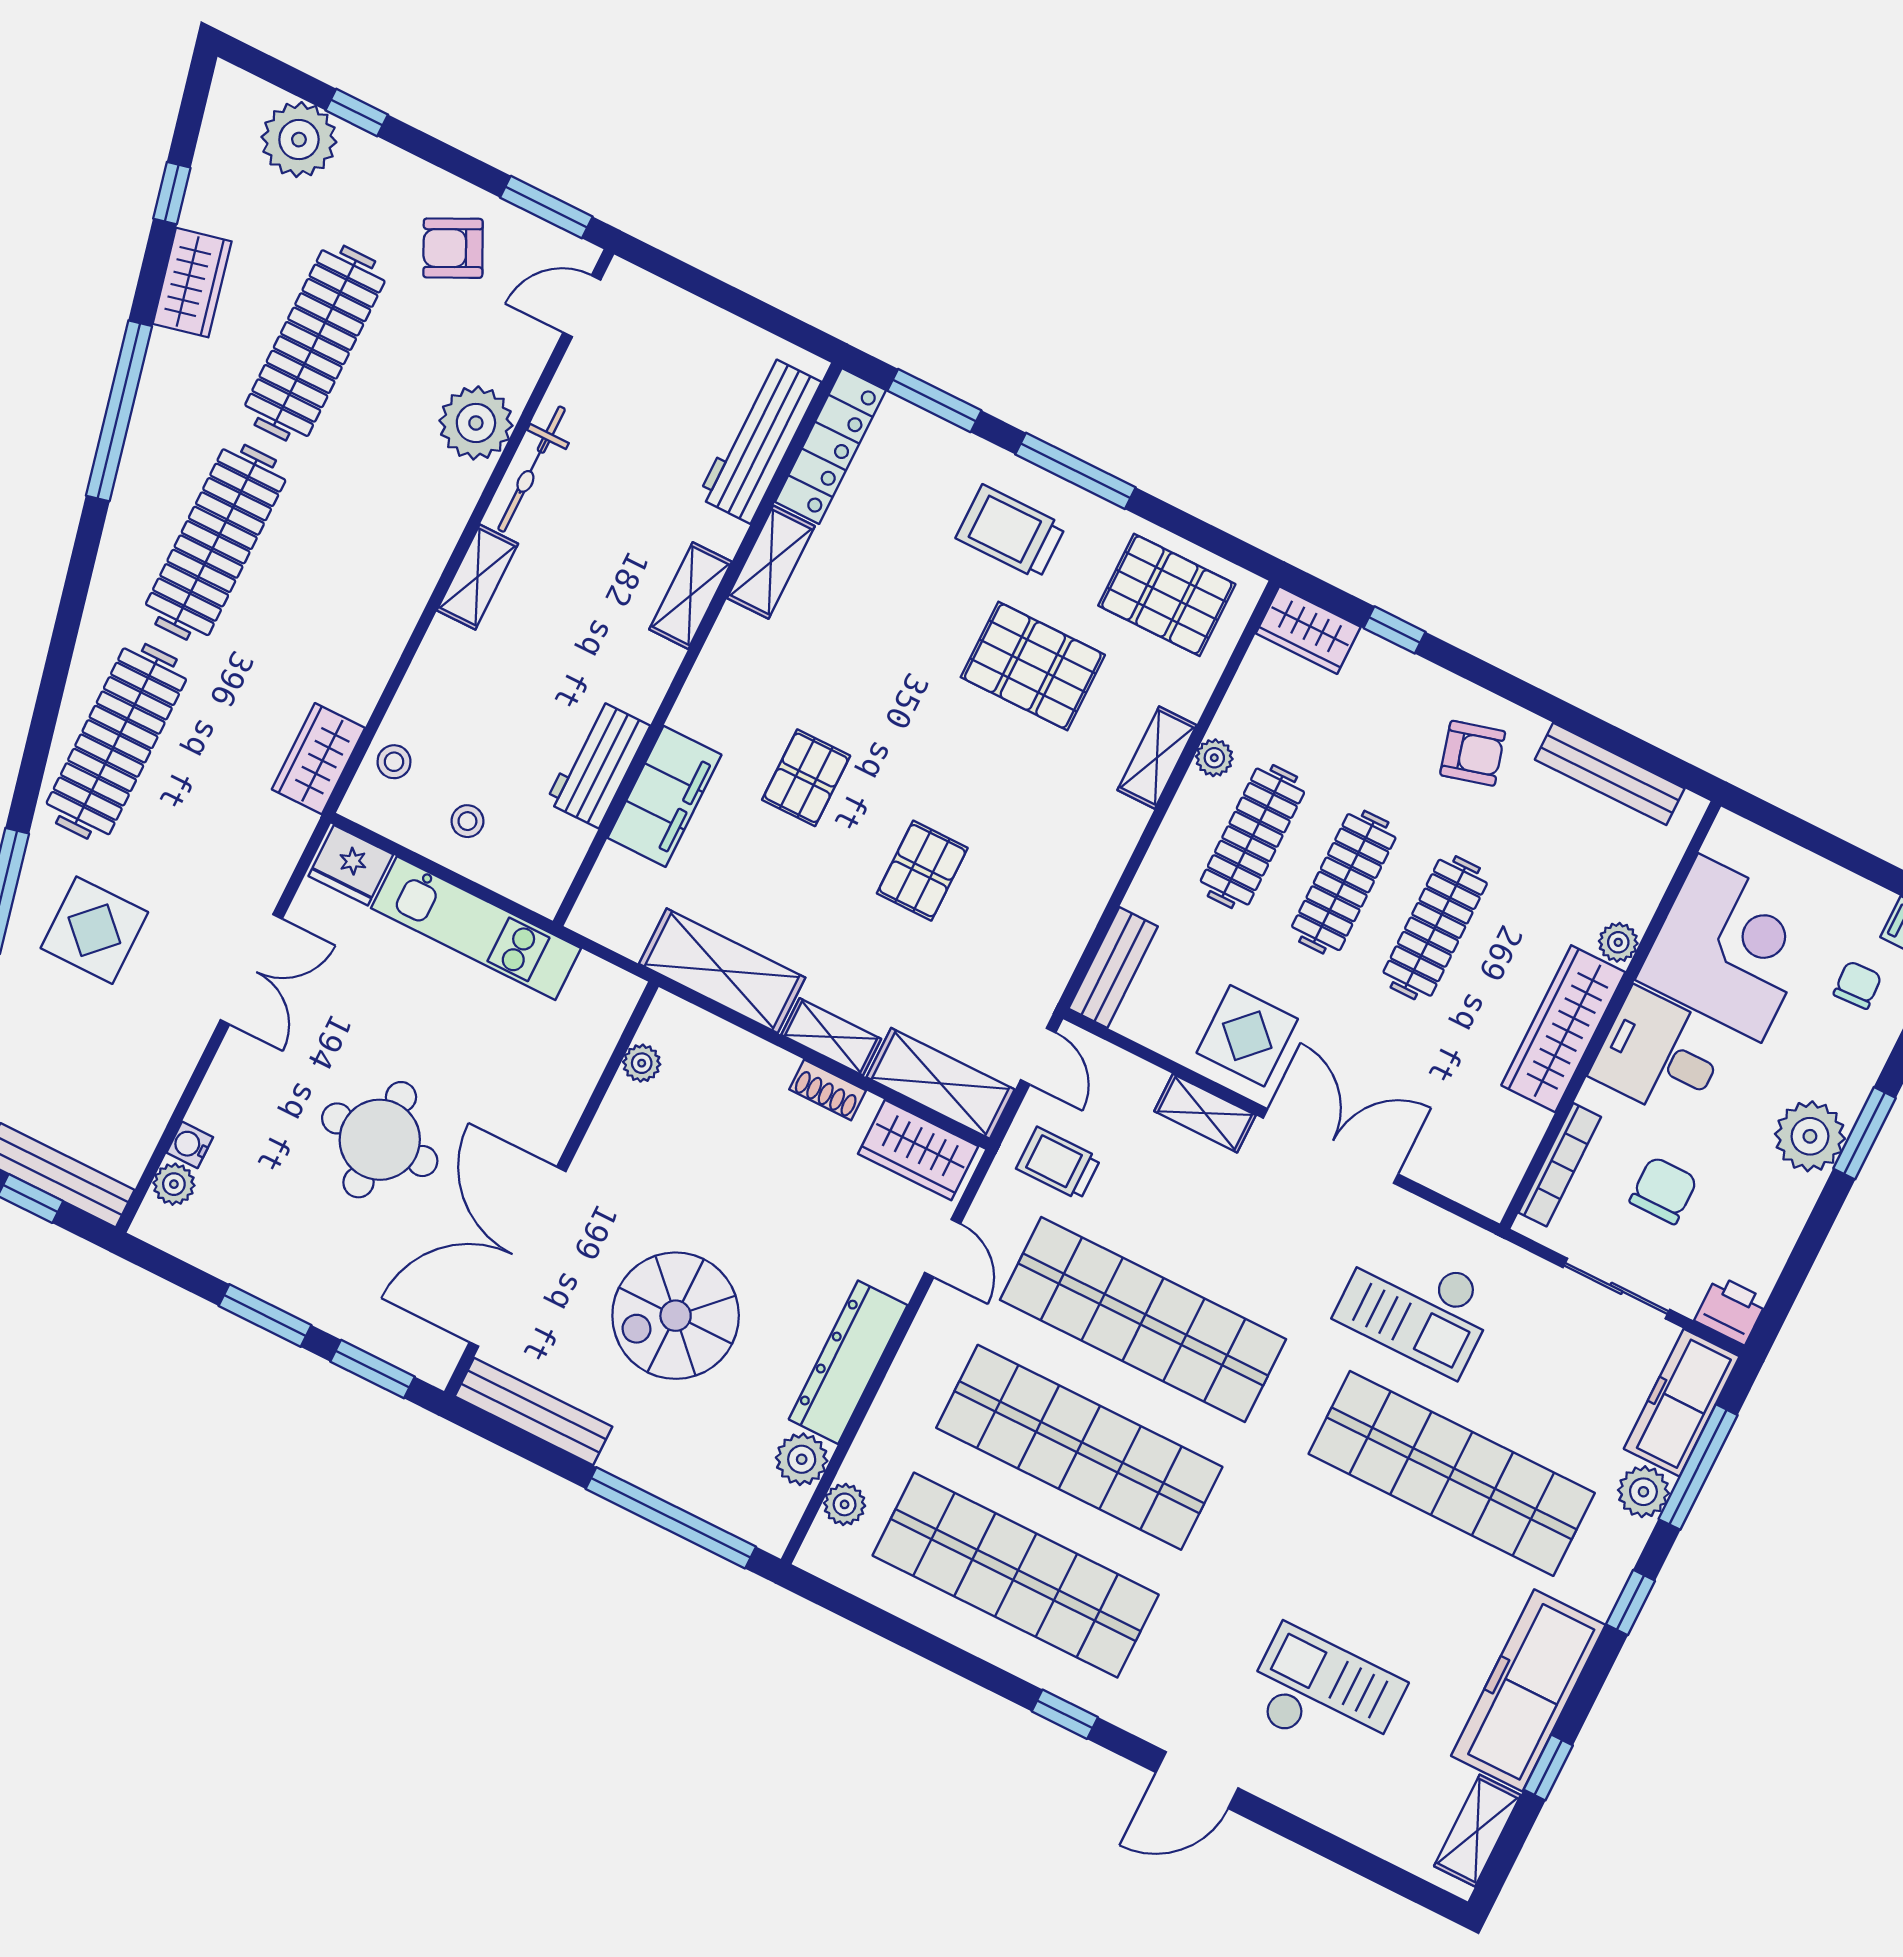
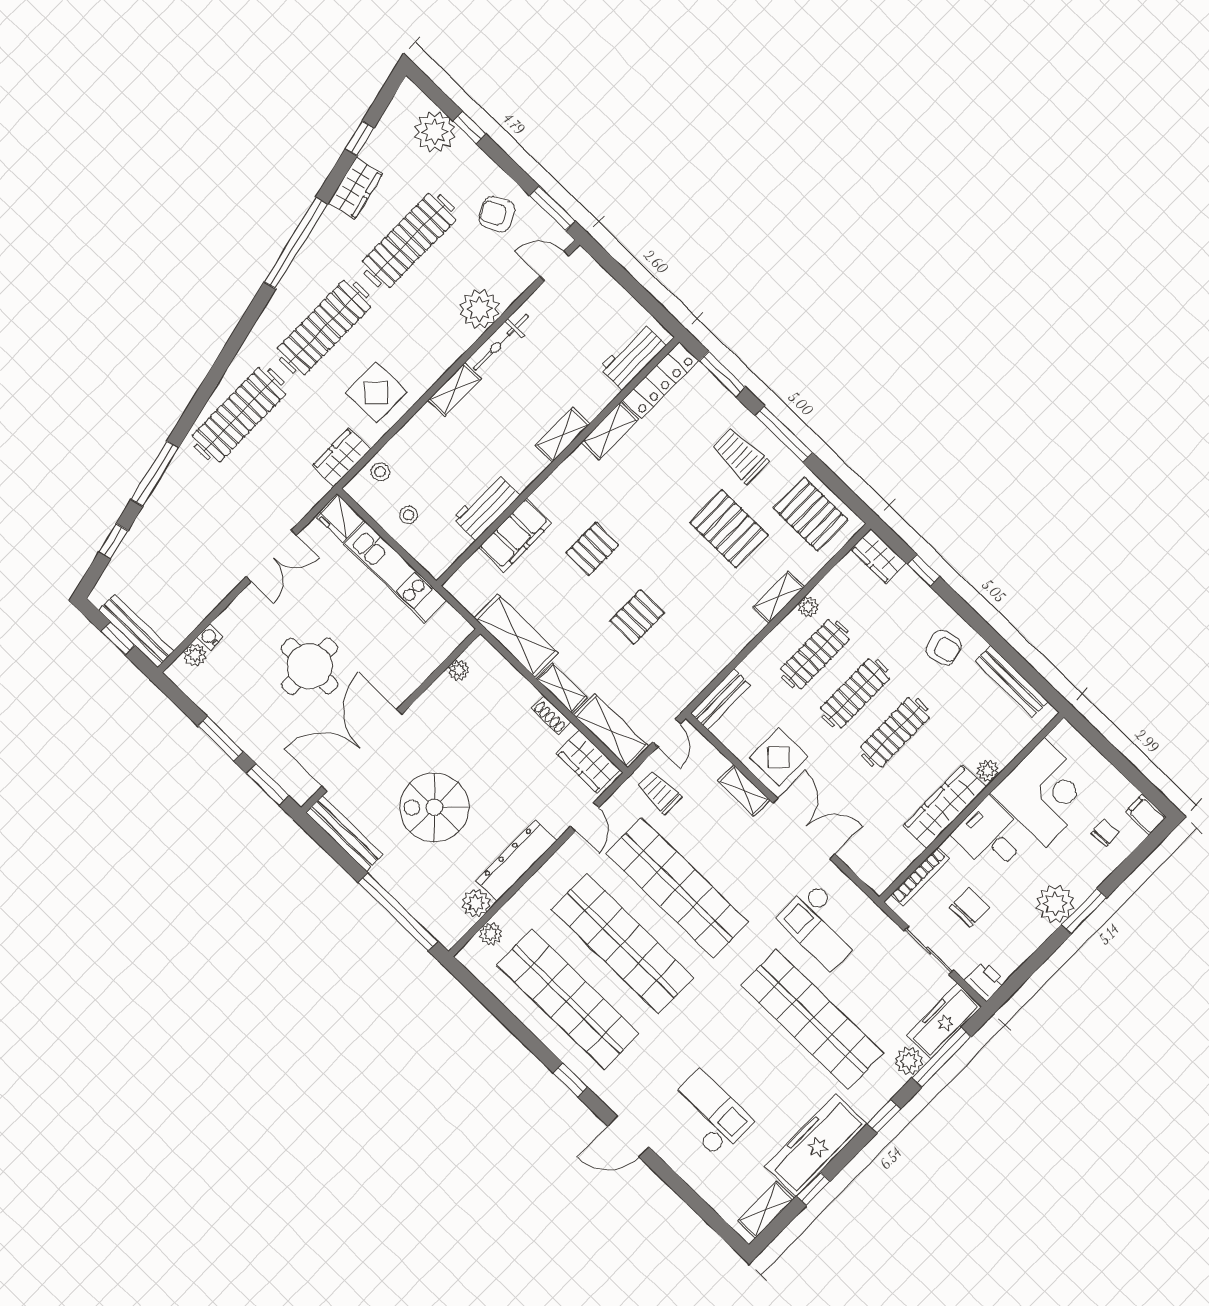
workbench: (759, 440) -> (633, 357), width x0.73
display table: (94, 930) -> (376, 392), moved

